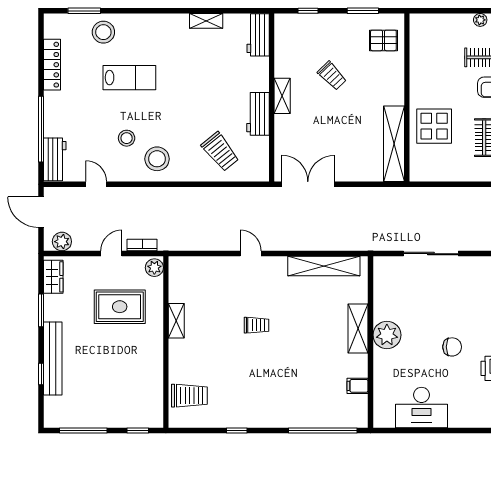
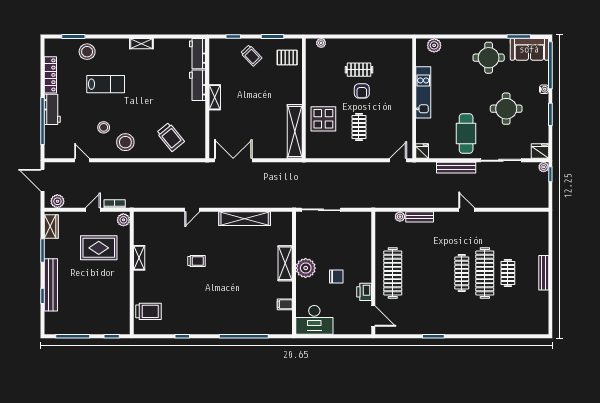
plant: (480, 20) -> (321, 43), moved
shelving: (206, 21) -> (141, 44), moved
trolley: (332, 76) -> (251, 56), moved
workbench: (258, 114) -> (197, 85), moved
workbench: (55, 159) -> (52, 109), moved
door: (251, 254) -> (192, 210), swing flipped
shelving: (358, 328) -> (285, 263), moved
plant: (387, 335) -> (306, 268), moved
wall: (370, 342) -> (294, 273), moved
filing cabinet: (358, 386) -> (285, 304), moved

